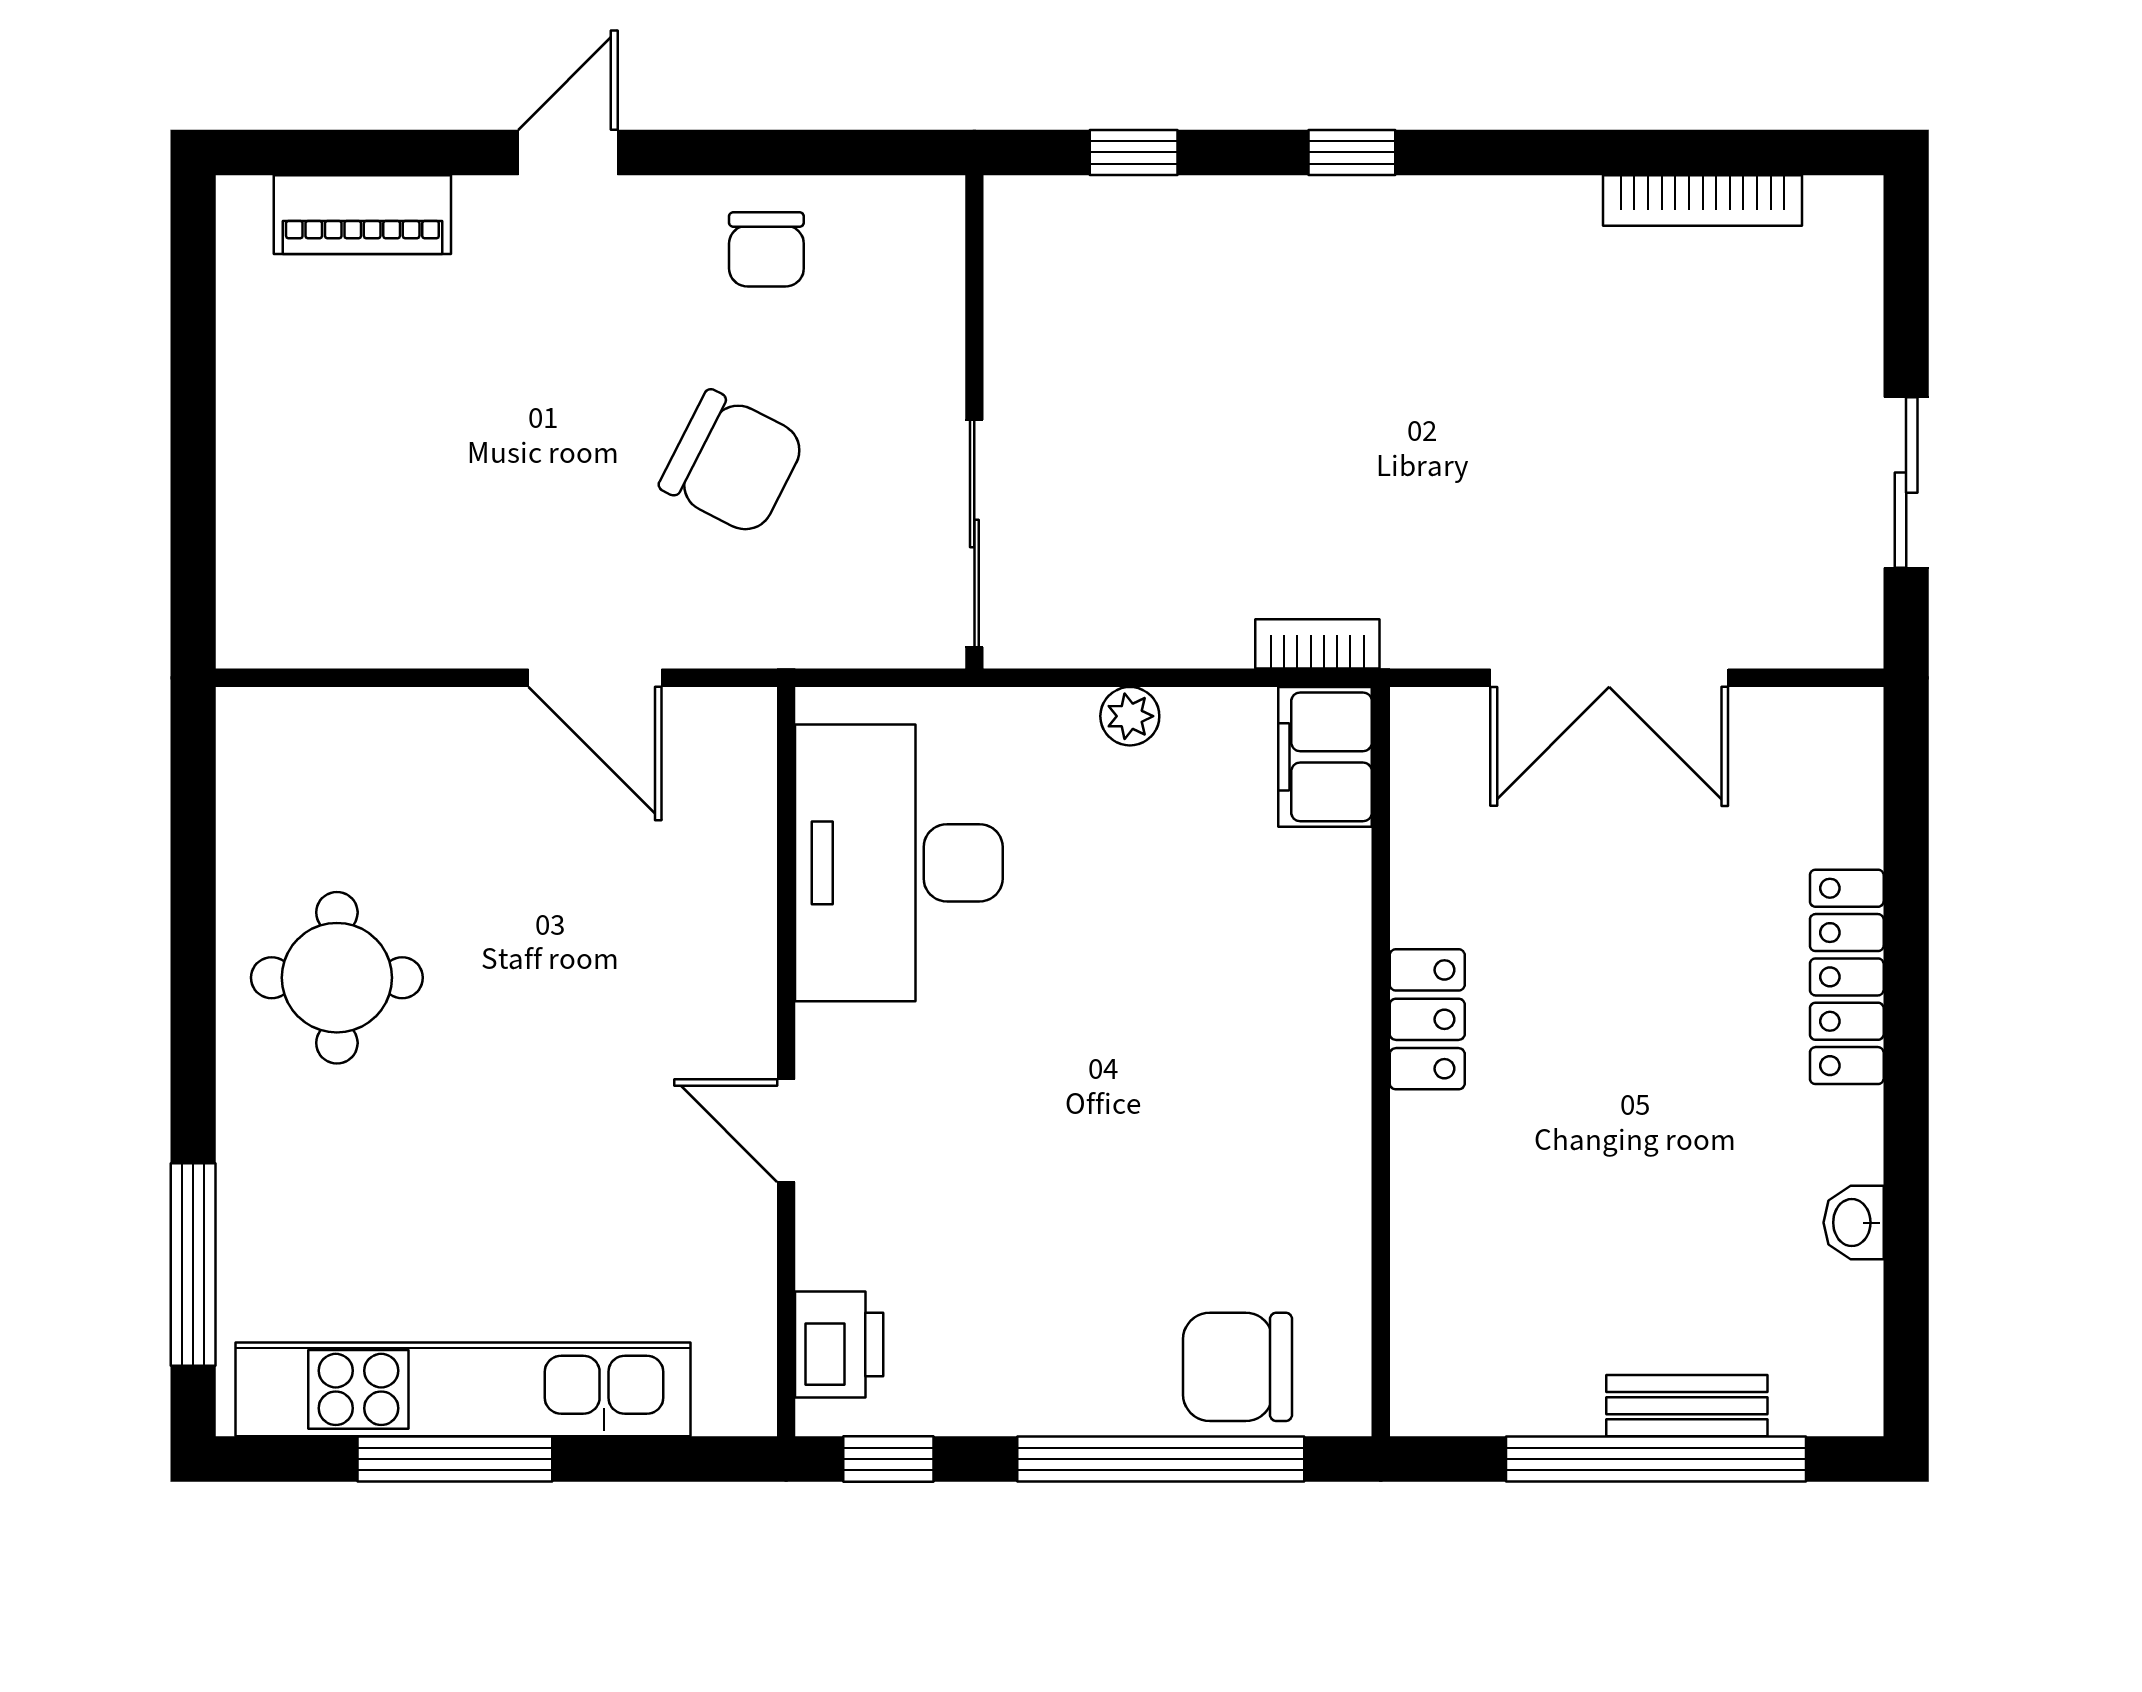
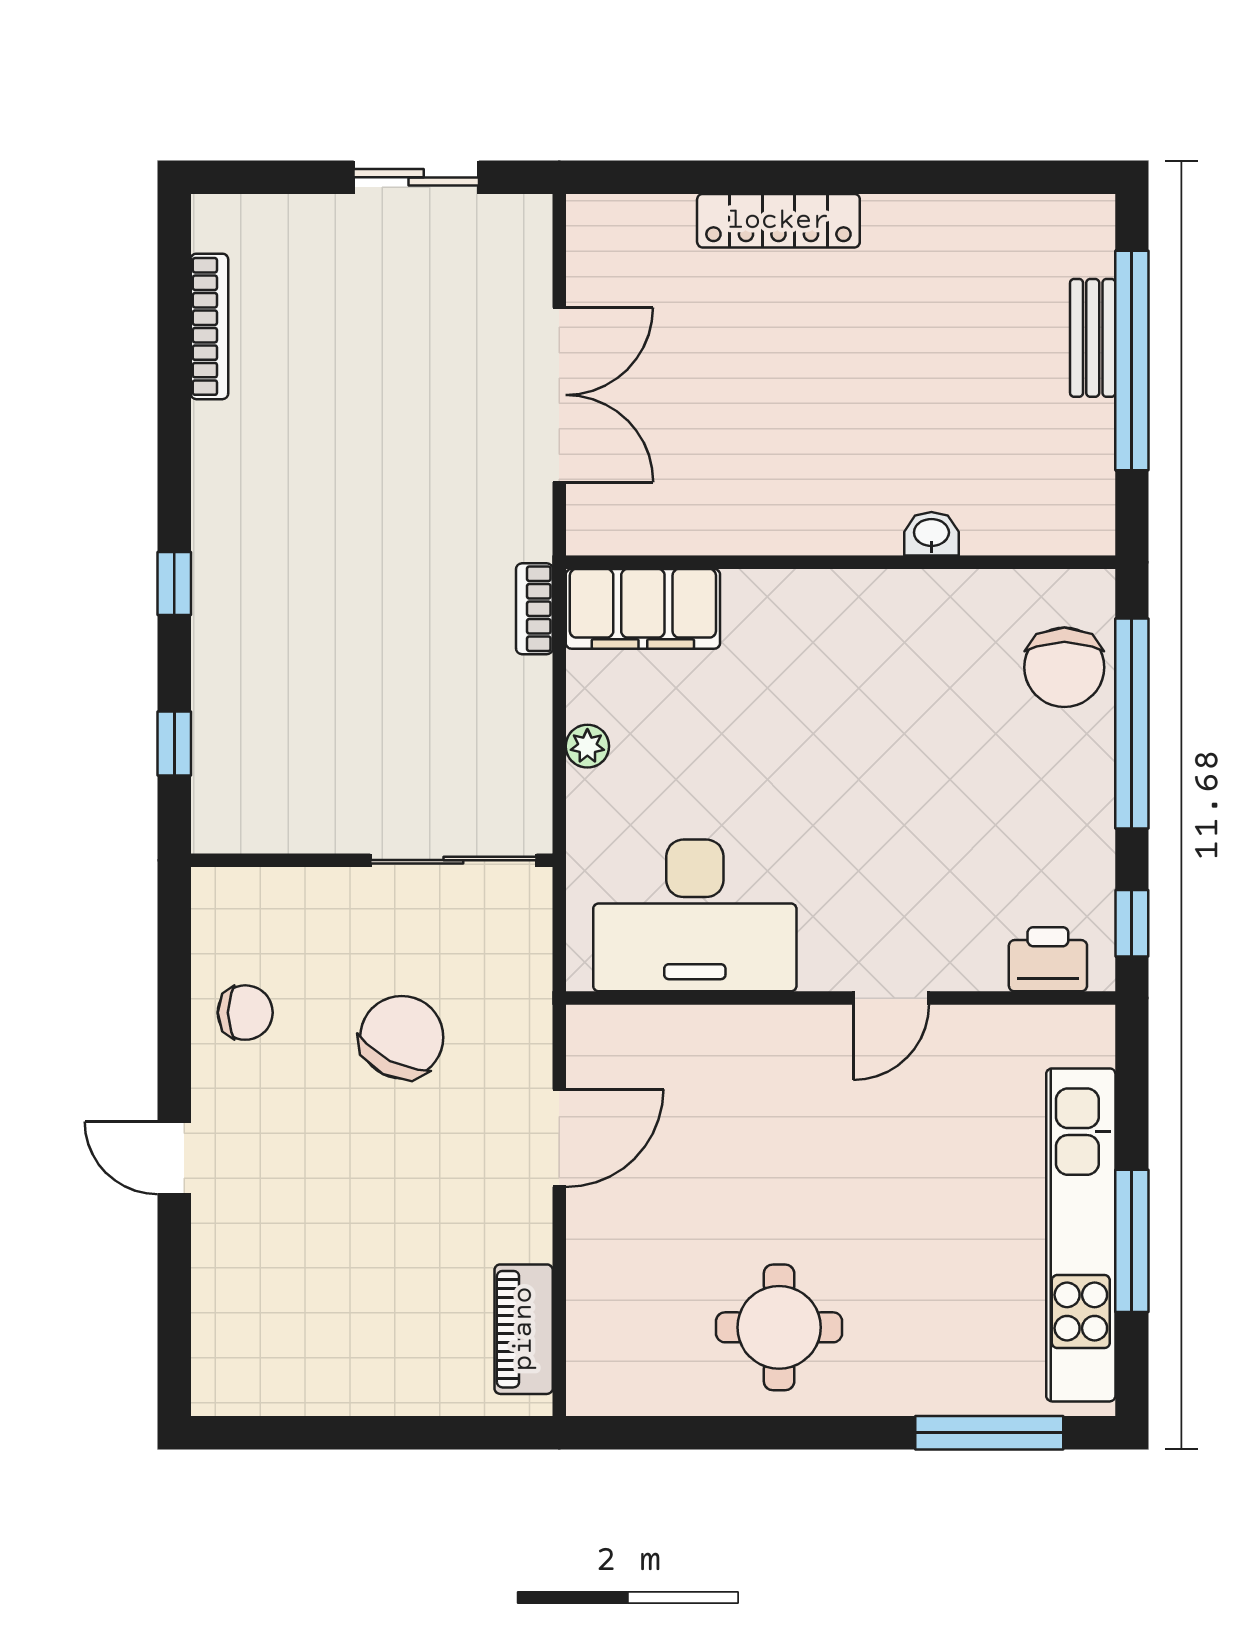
piano: (362, 215) -> (524, 1329), moved, turned 180
filing cabinet: (1325, 757) -> (643, 609), width x1.50, depth x1.17
locker: (1427, 1019) -> (810, 528), removed
washbasin: (1854, 1223) -> (931, 534), moved, turned 180

